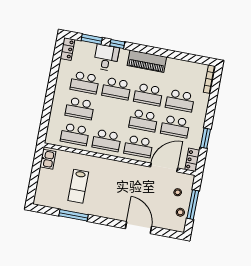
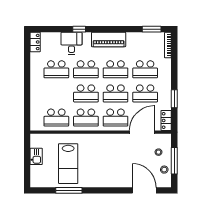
window: (92, 39) -> (152, 29), moved
school desk: (80, 108) -> (86, 93), moved
kitchen sink: (48, 159) -> (36, 156), moved
lab bench: (78, 186) -> (68, 164), width x1.36, depth x1.39
door: (138, 228) -> (144, 190), moved

